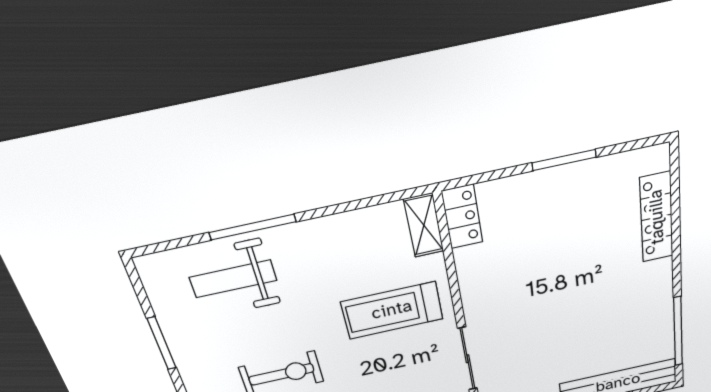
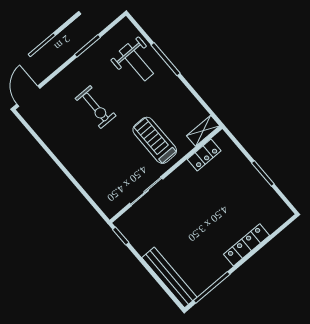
locker: (462, 217) -> (204, 155), moved
locker: (657, 217) -> (247, 245), moved
weight bench: (233, 279) -> (136, 62), turned 180

